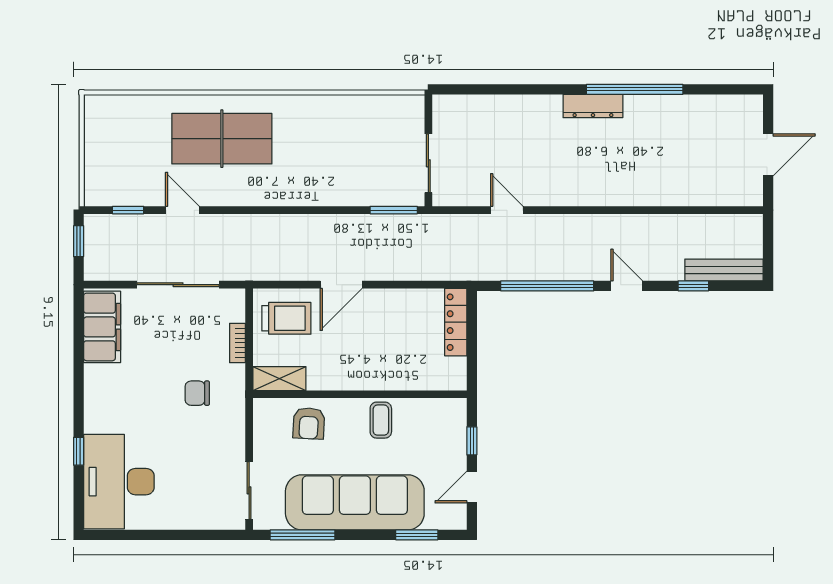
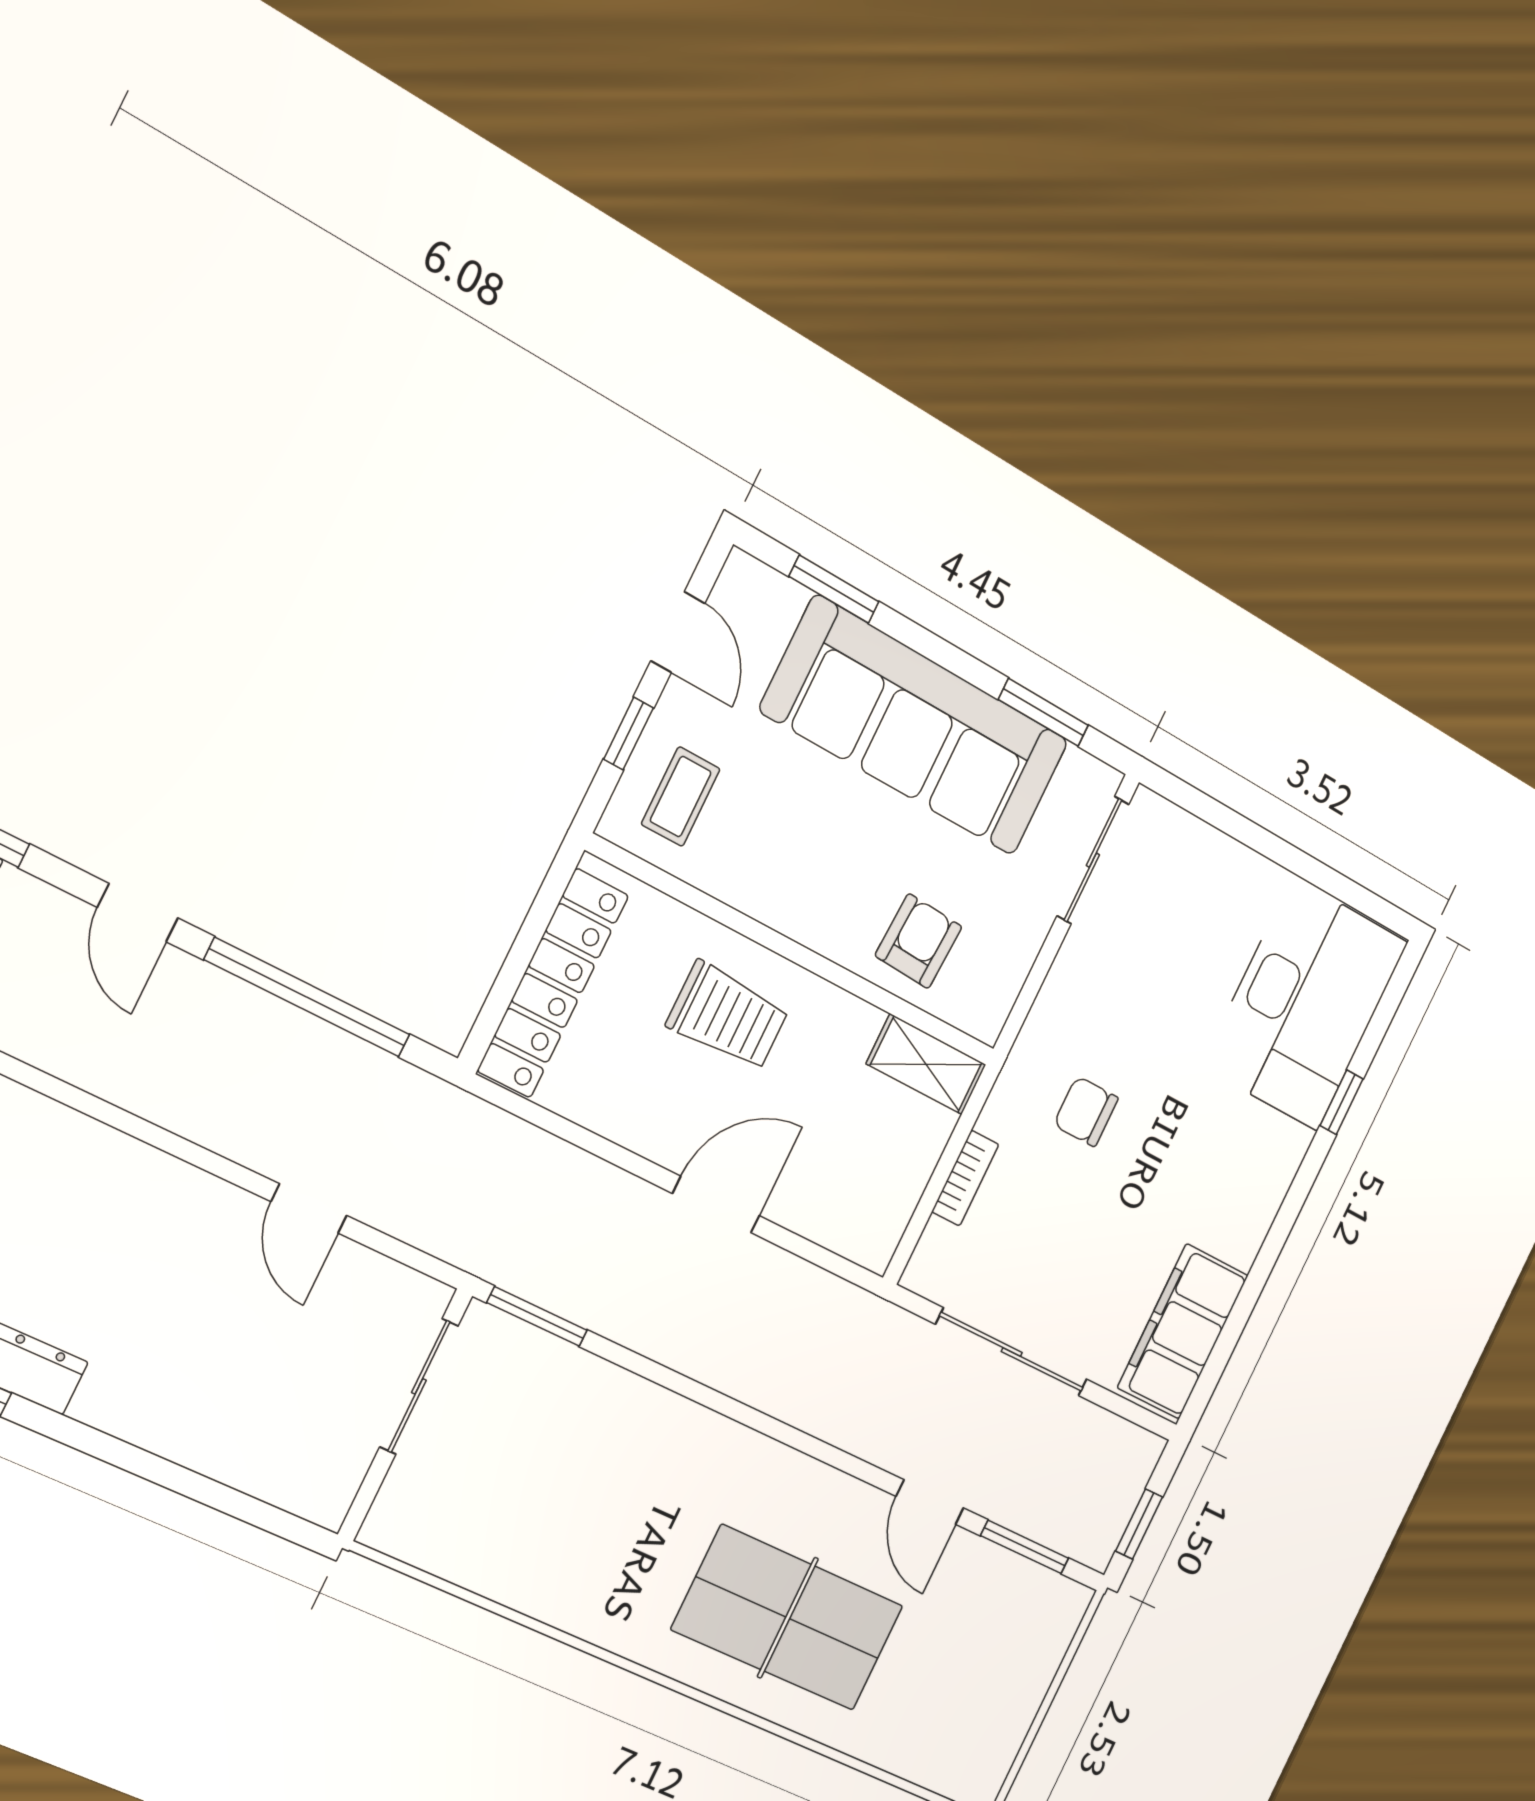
window: (128, 210) -> (1025, 1547), width x1.50
trolley: (286, 318) -> (728, 1016), moved, turned 180
locker: (456, 322) -> (553, 983), width x1.41, depth x1.21
chair: (197, 393) -> (1086, 1111), turned 180
coffee table: (381, 420) -> (681, 797), moved
door: (472, 487) -> (678, 632), hinge flipped
window: (303, 535) -> (1043, 712), width x0.69

